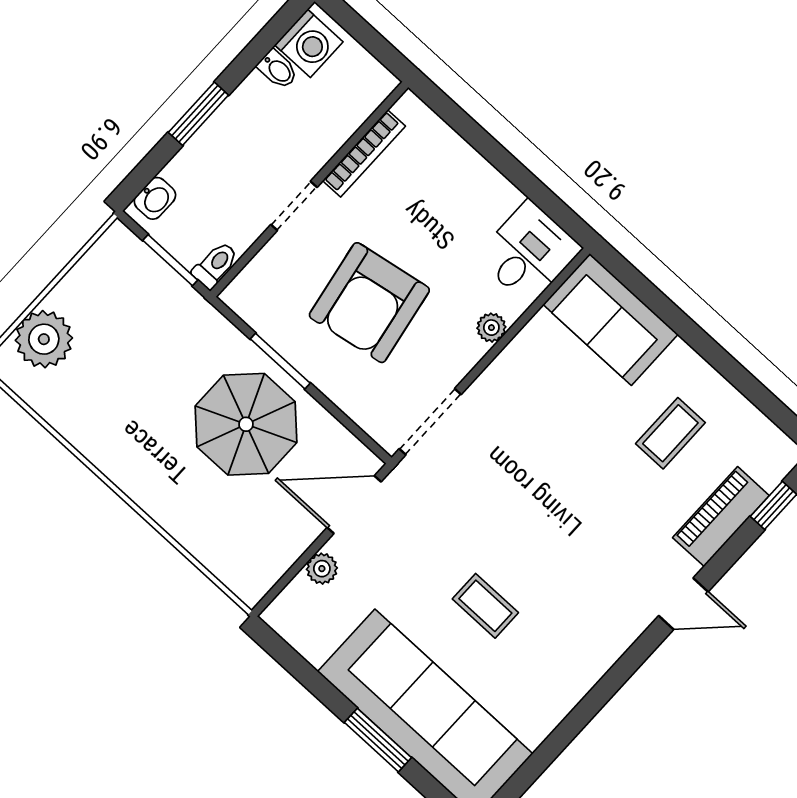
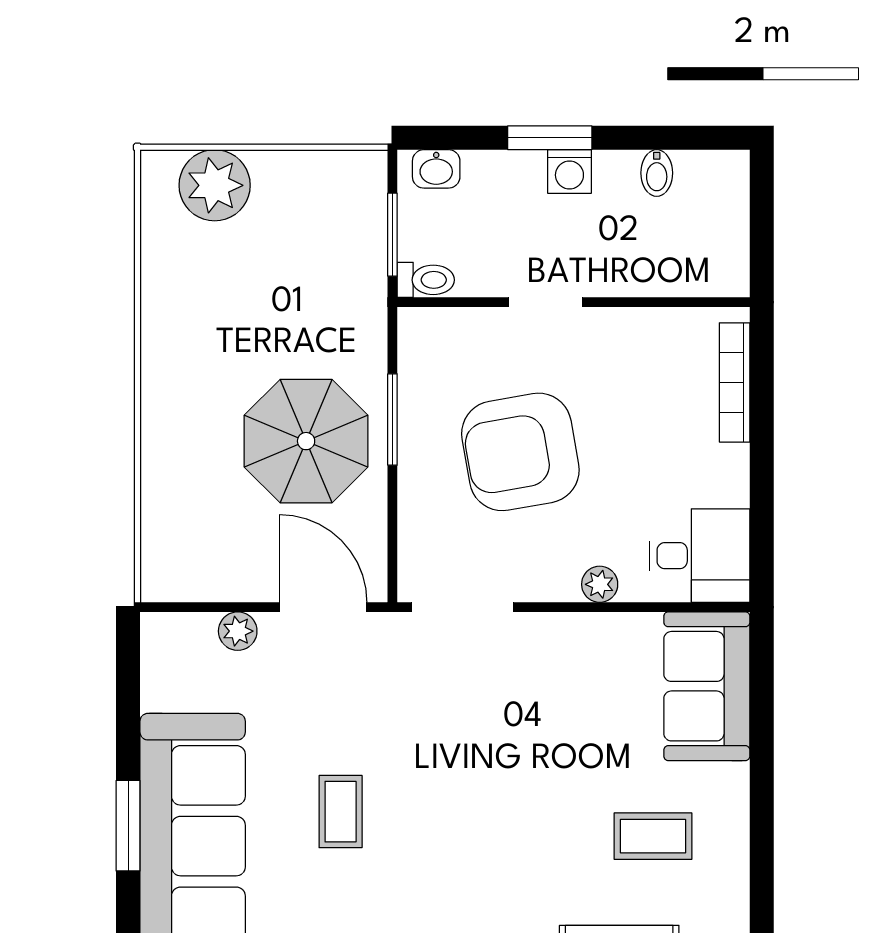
washing machine: (309, 43) -> (569, 172), moved, width x0.73, depth x0.73
bookcase: (364, 153) -> (735, 382), moved, turned 90

